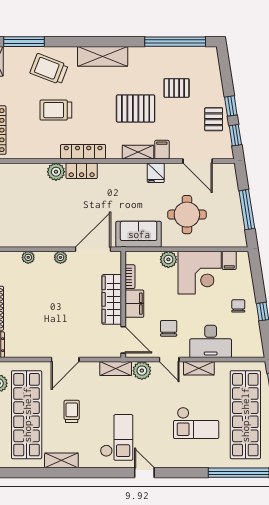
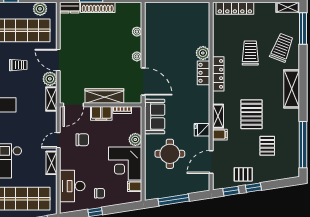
desk: (211, 341) -> (72, 186), moved
plant: (142, 371) -> (50, 79), moved

